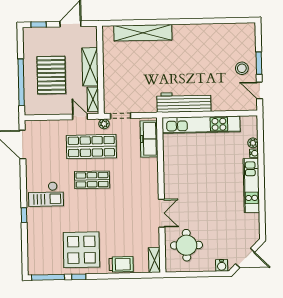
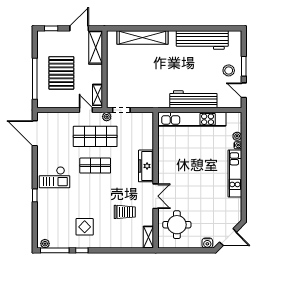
workbench: (211, 34) -> (202, 40), added
shelving: (90, 67) -> (96, 47), moved
workbench: (184, 102) -> (193, 99), moved
freezer: (149, 139) -> (146, 166), moved
display table: (81, 250) -> (85, 227), width x0.54, depth x0.54
trolley: (121, 264) -> (125, 212), moved
plant: (37, 270) -> (45, 244), added

